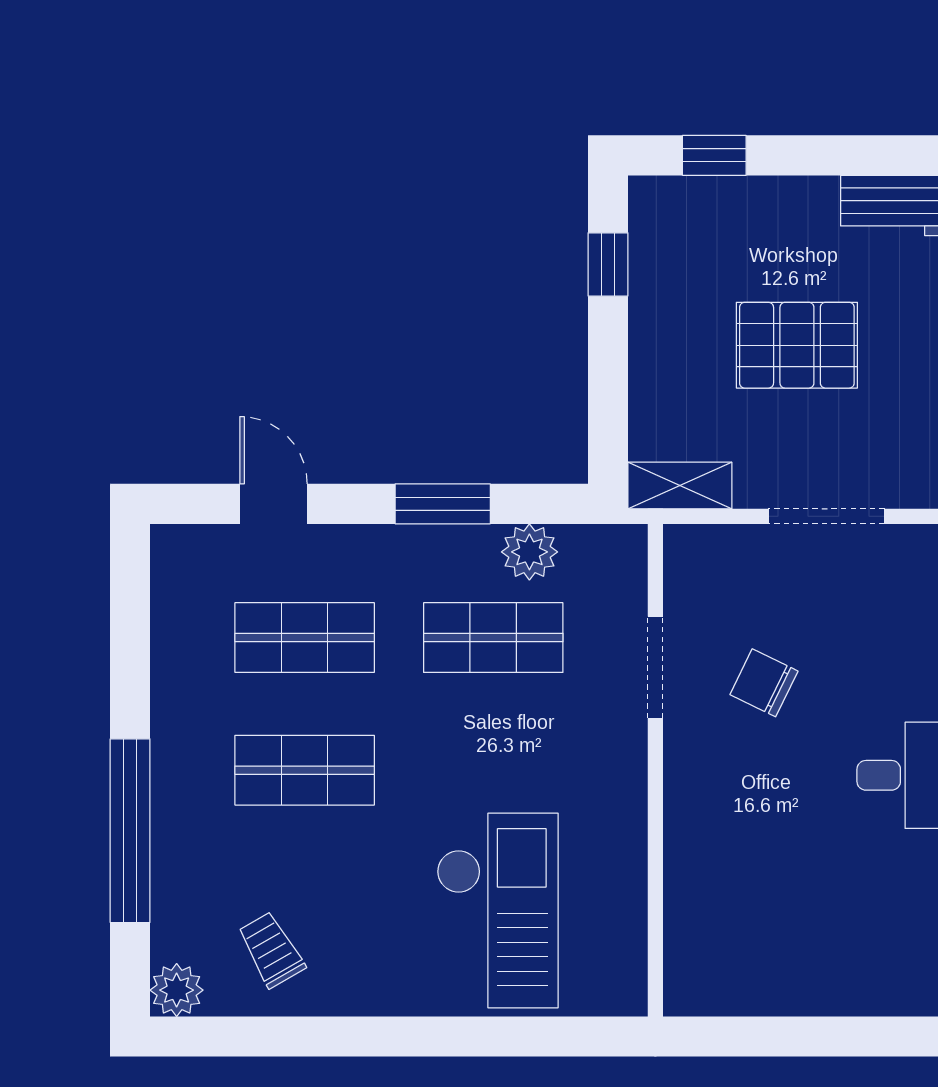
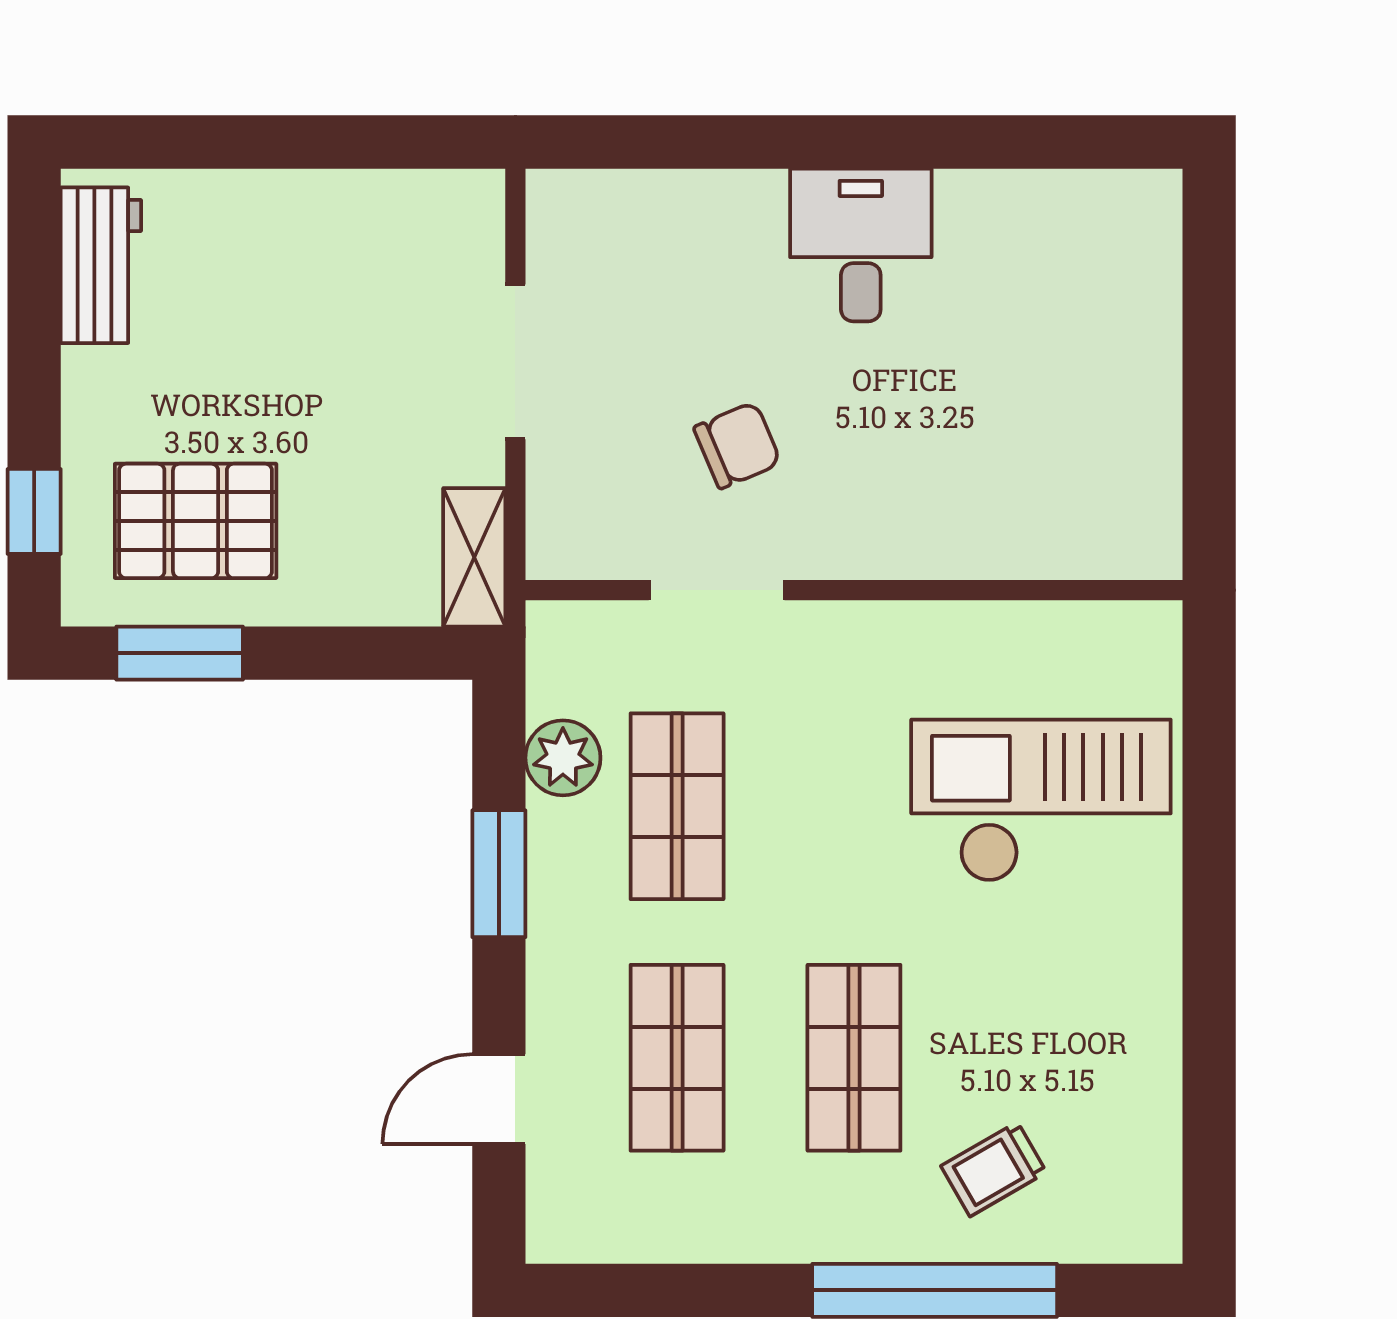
window: (608, 264) -> (180, 653), width x1.50
pallet: (797, 345) -> (196, 521), moved, turned 90
chair: (764, 683) -> (737, 445), turned -139
trolley: (271, 950) -> (994, 1169), moved
plant: (177, 990) -> (1147, 1228), removed

